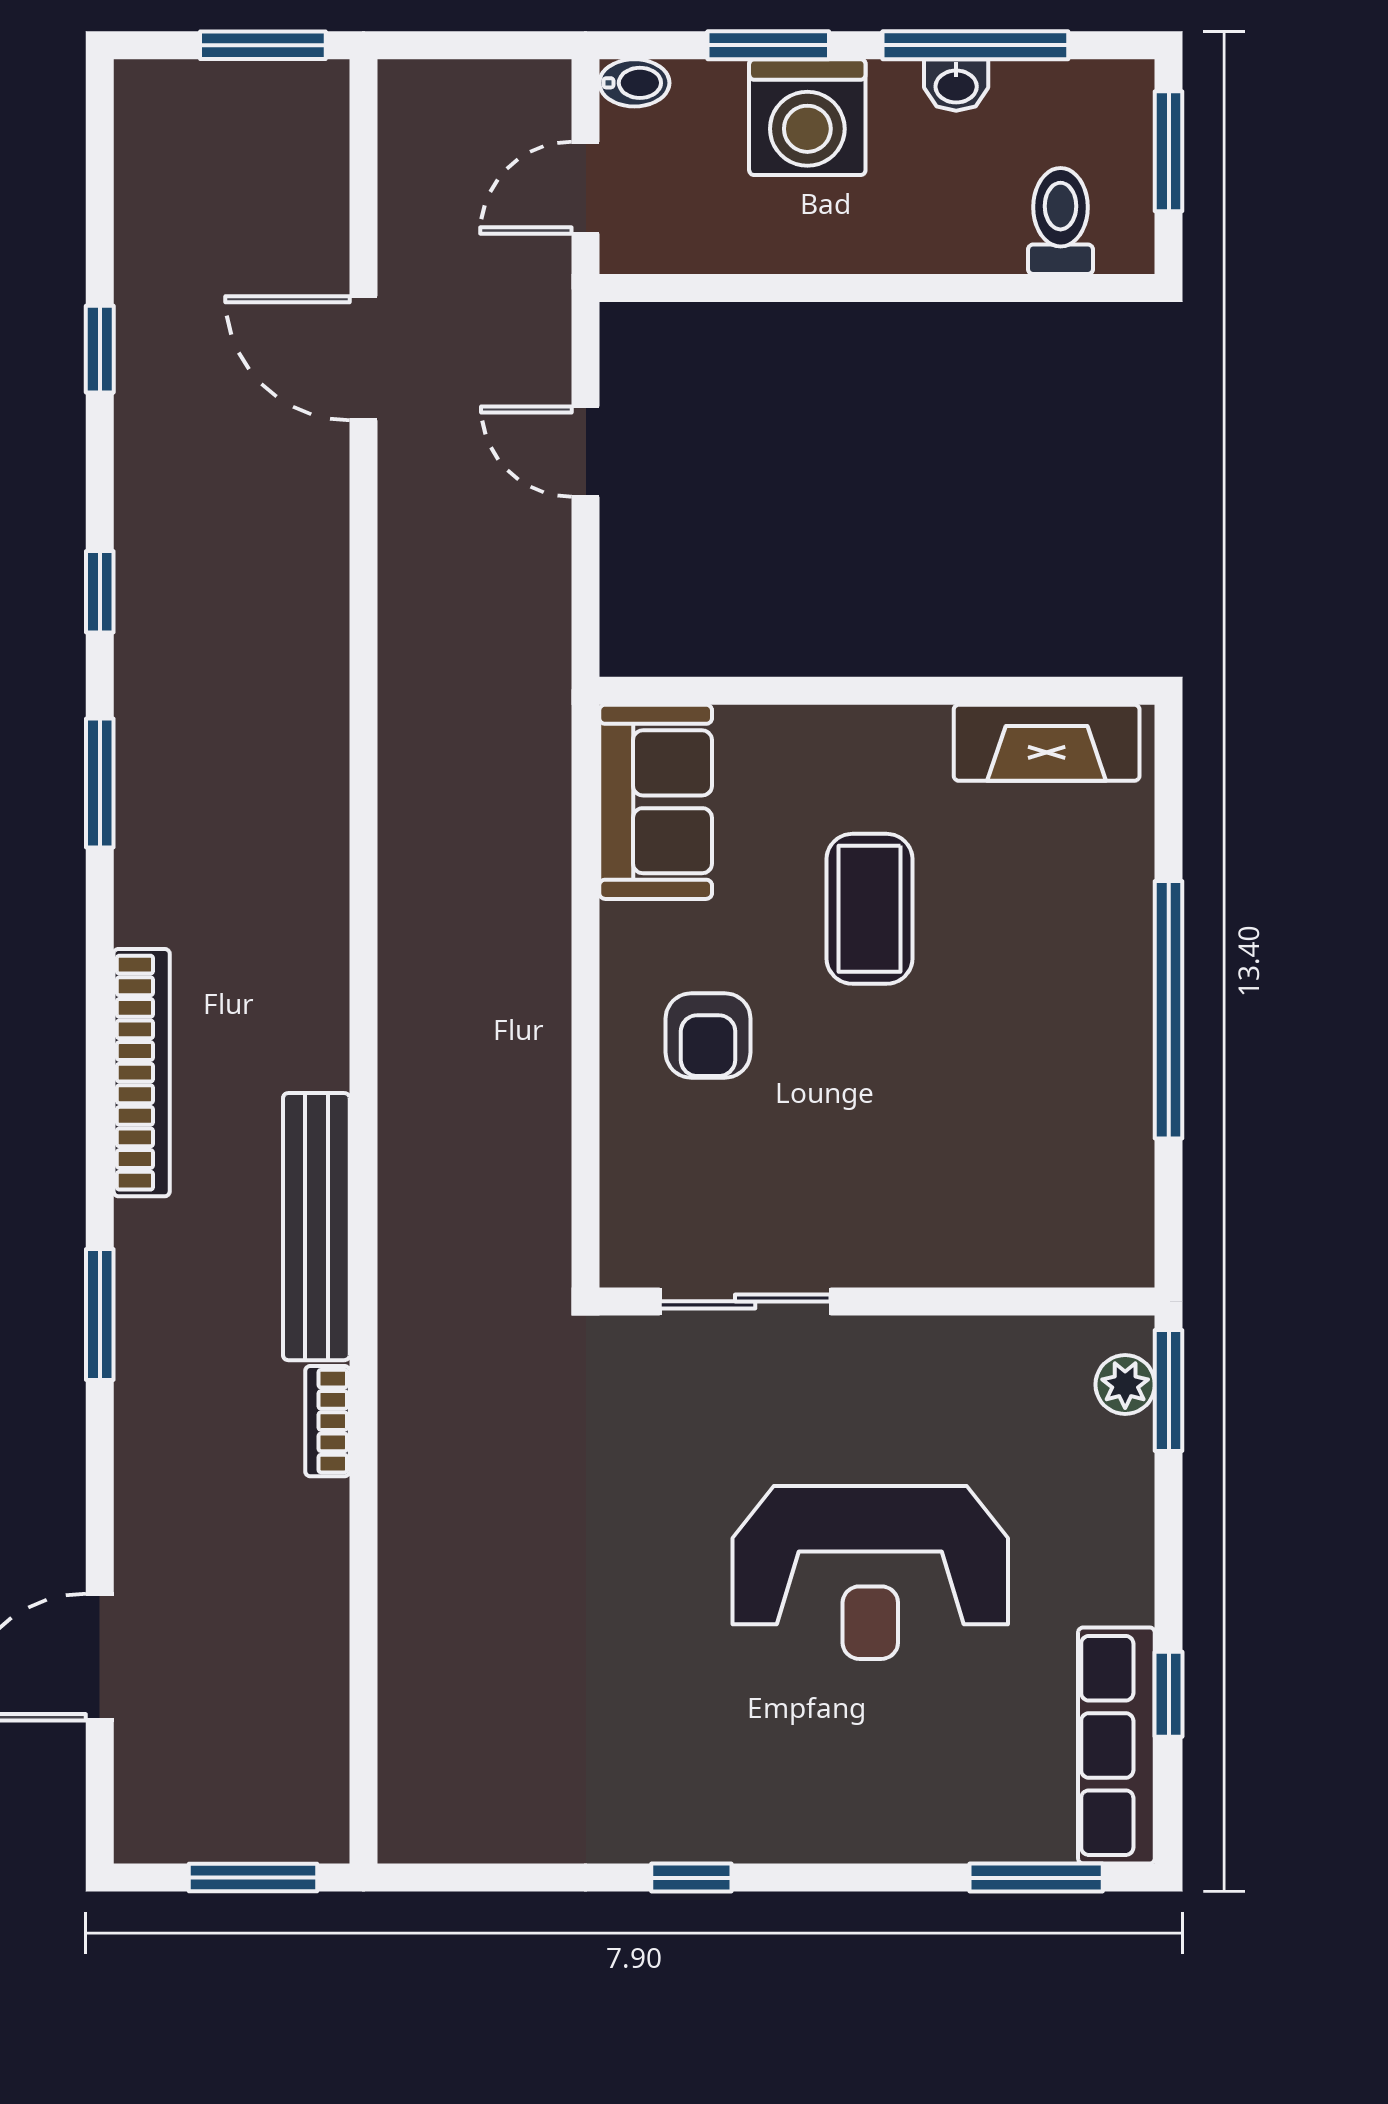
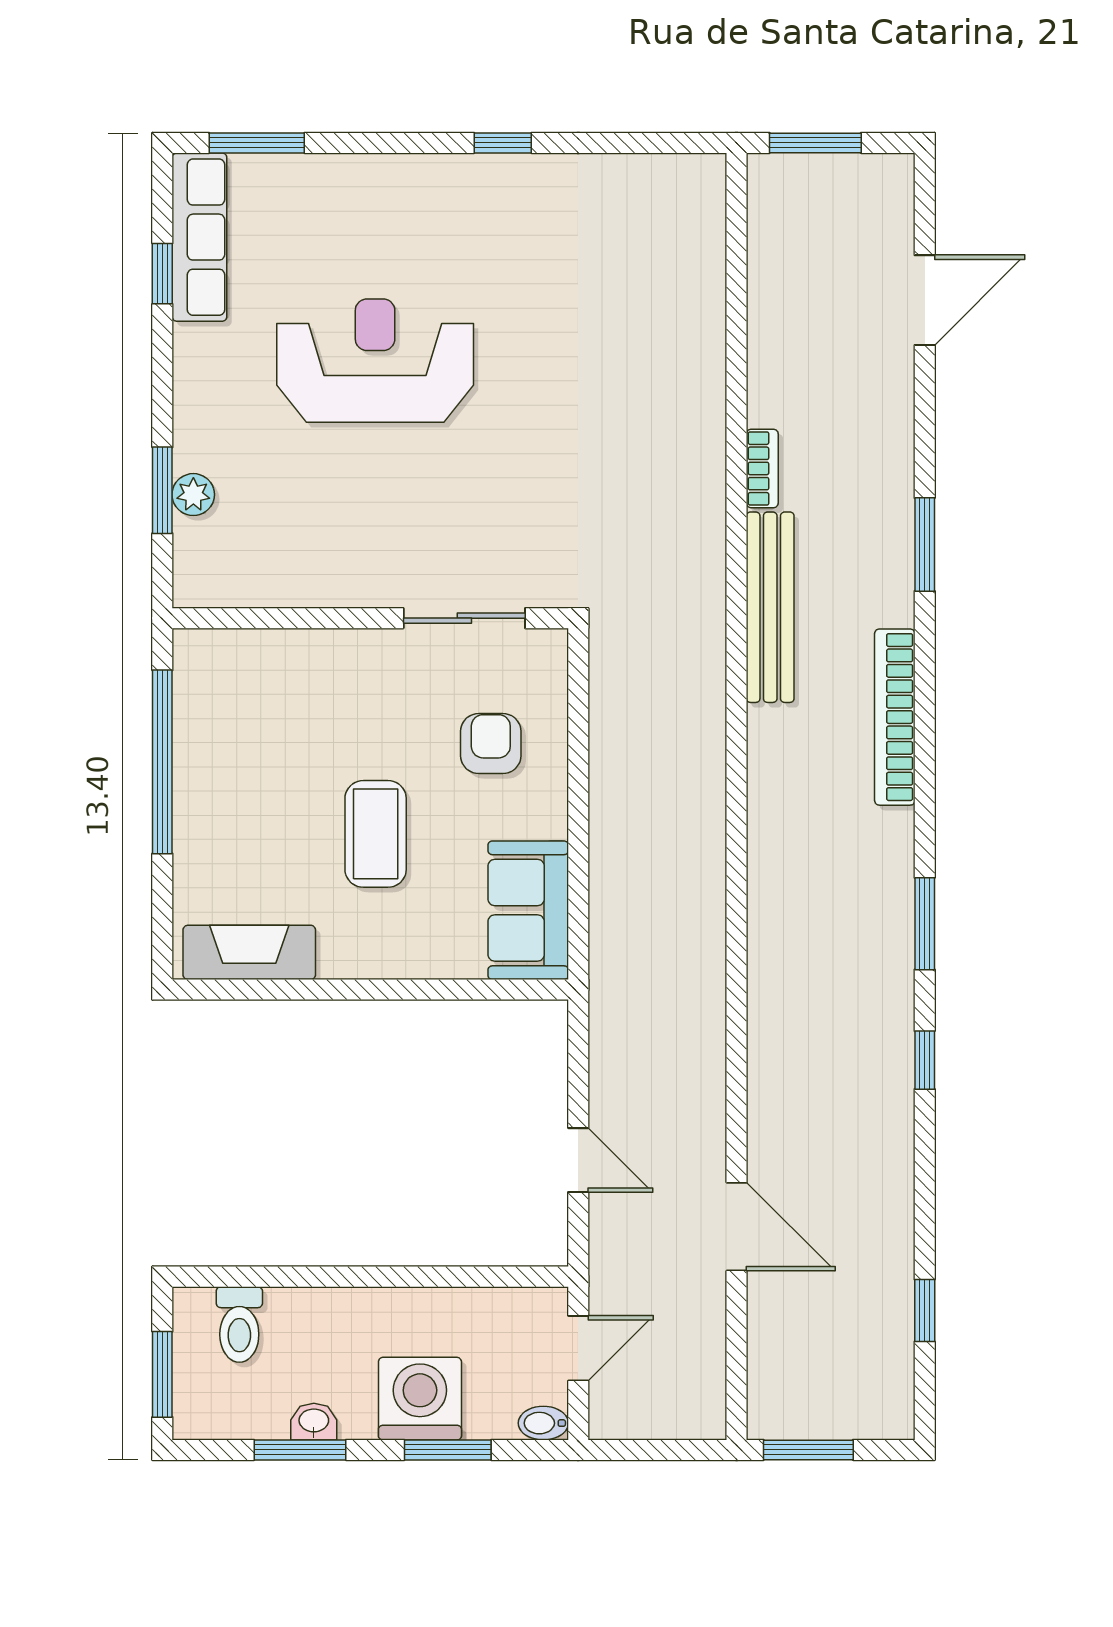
window: (975, 45) -> (300, 1450), width x0.69
window: (100, 349) -> (925, 1310), moved
sliding door: (745, 1301) -> (464, 618), moved
wall: (877, 1301) -> (370, 618), moved

